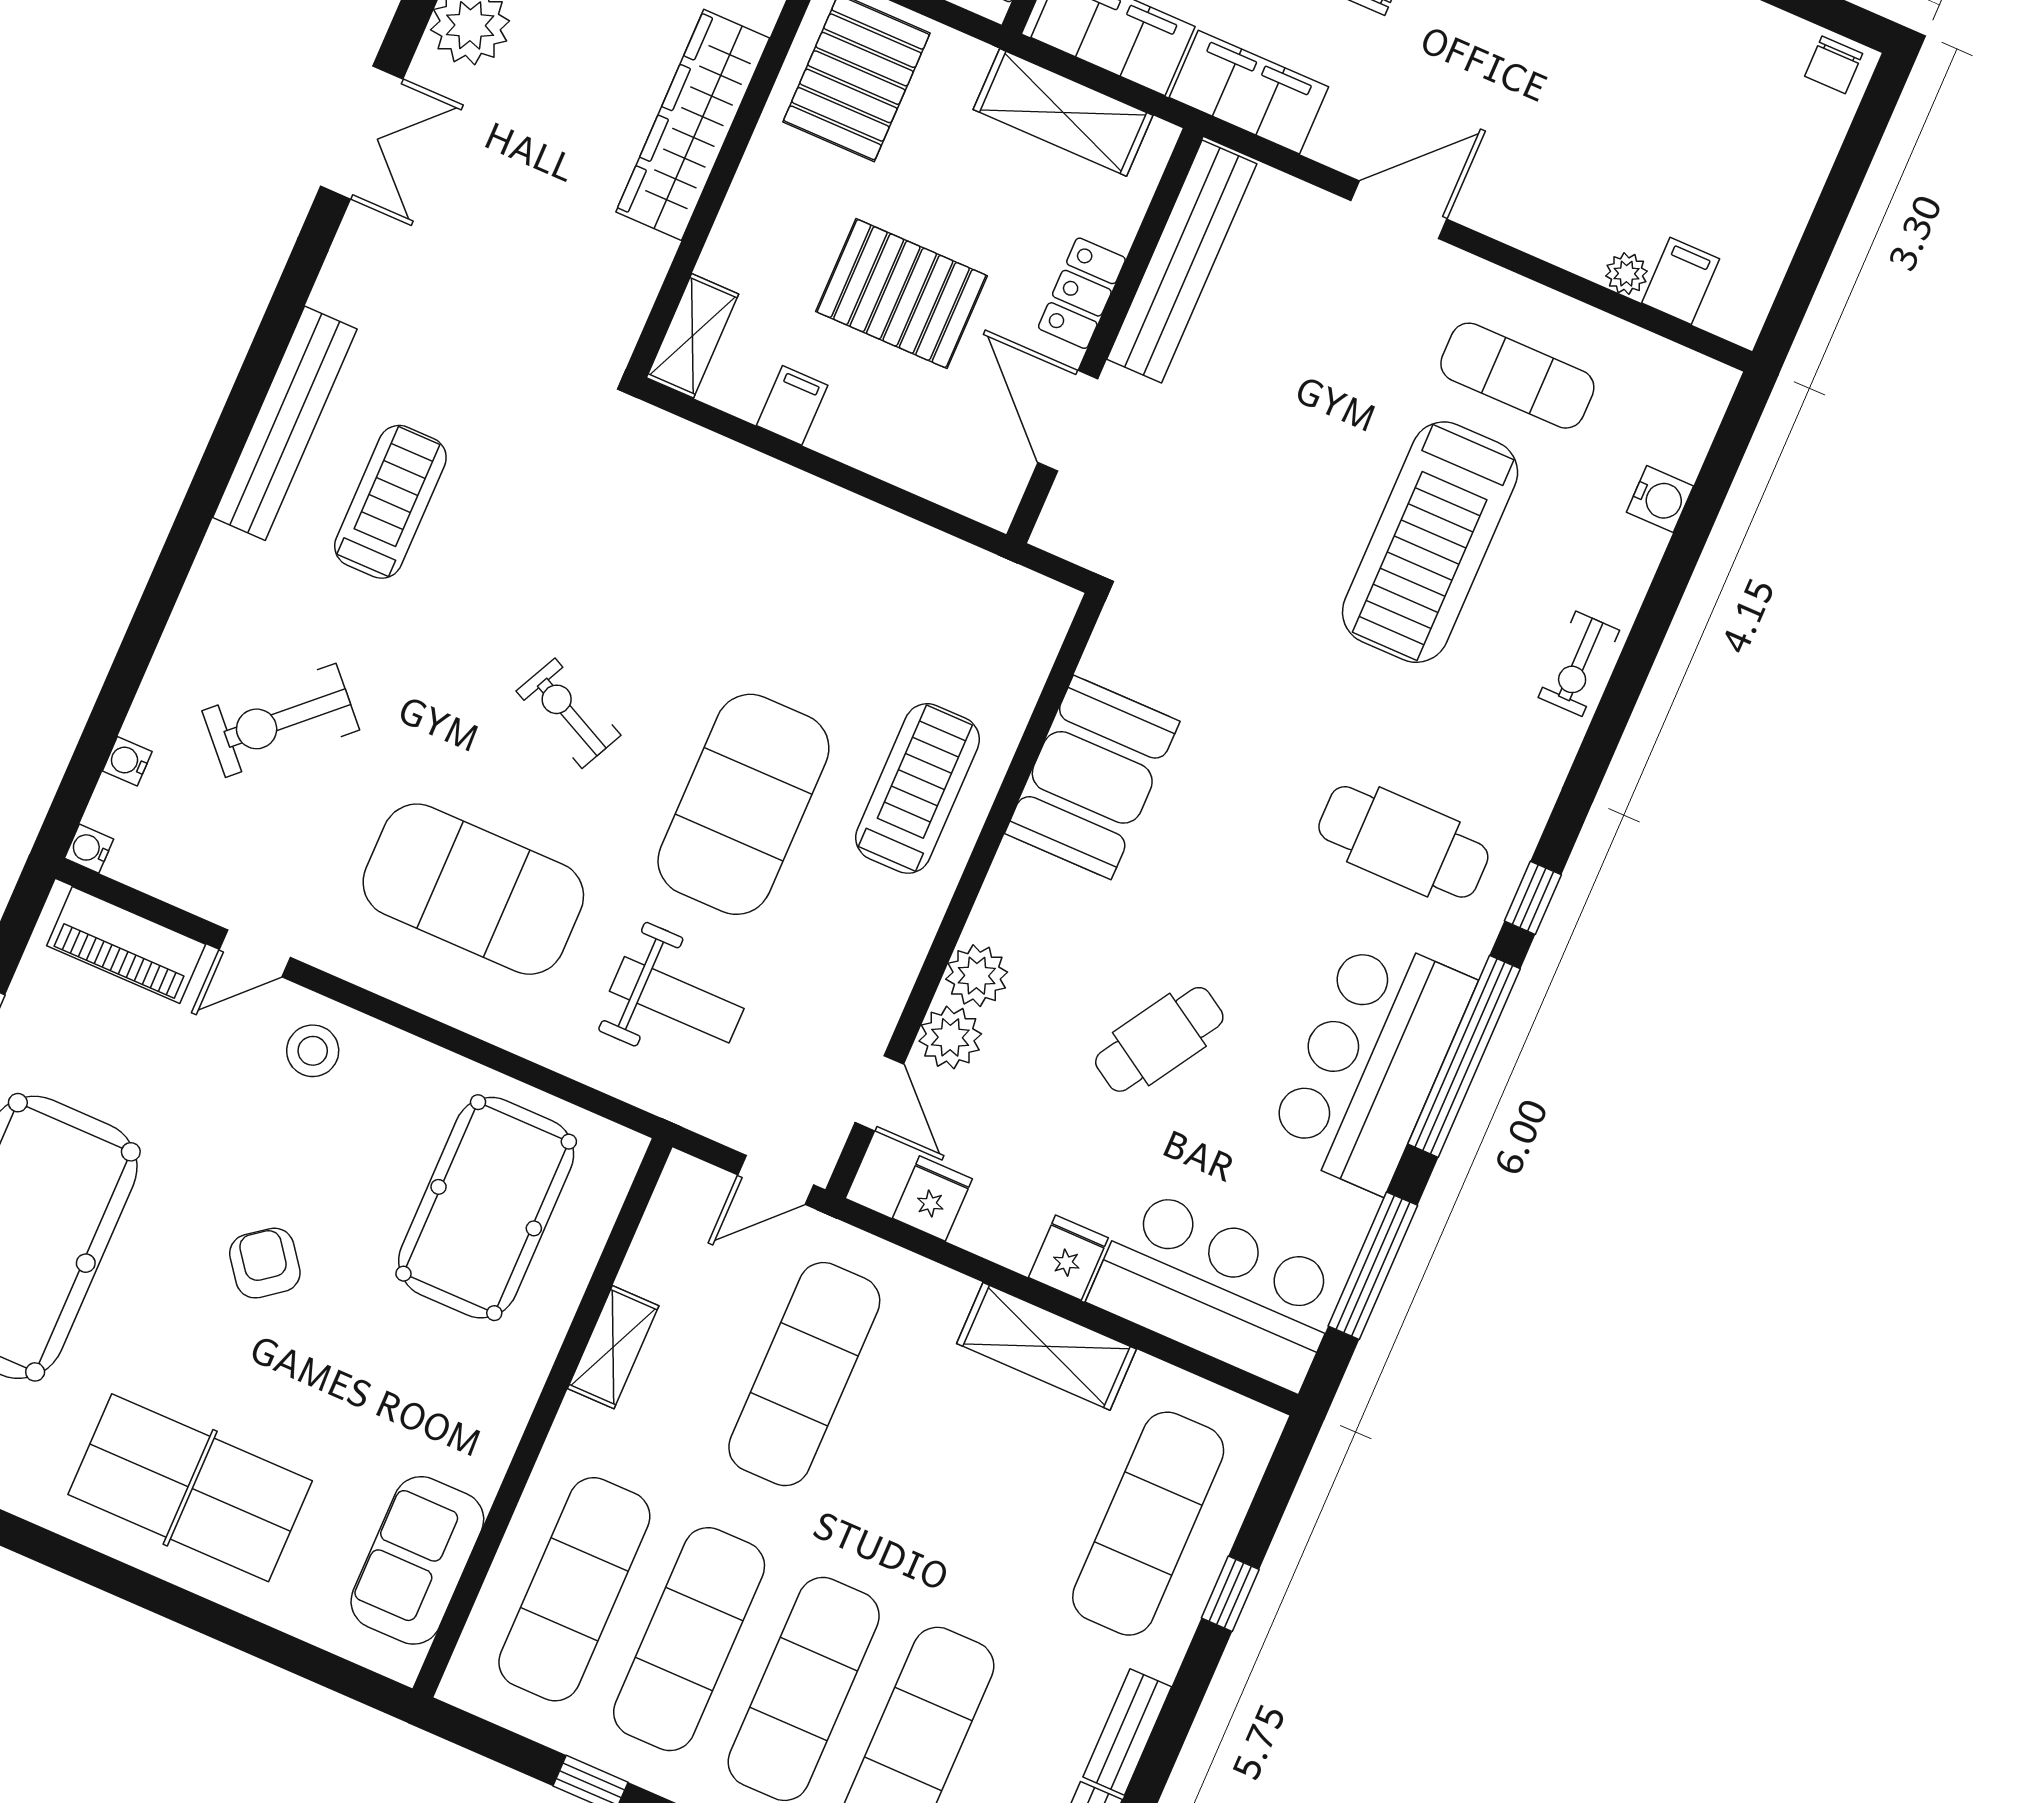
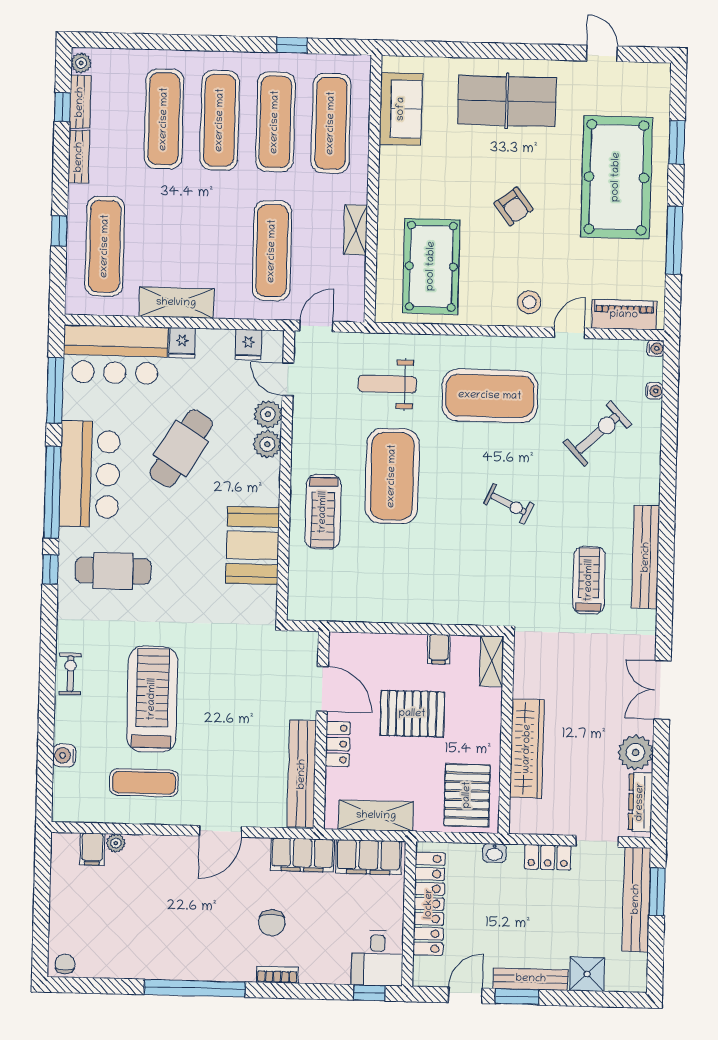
treadmill: (390, 502) -> (589, 580), moved, turned 180
exercise bike: (568, 713) -> (508, 504), moved
cafe table: (1159, 1039) -> (181, 448), width x1.37, depth x1.35

